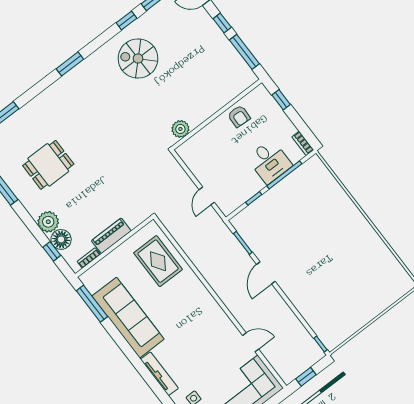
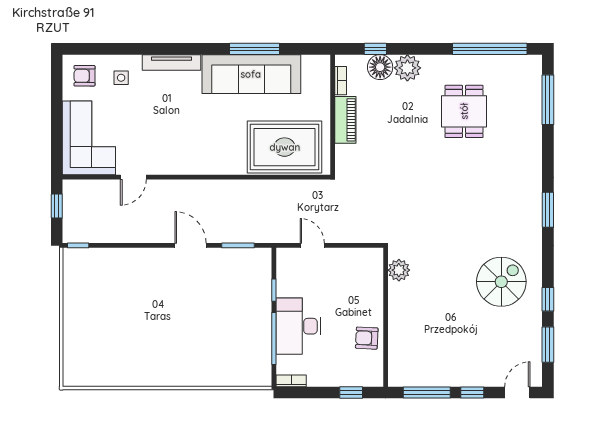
desk: (269, 162) -> (298, 326), width x1.37
rug: (158, 261) -> (285, 147), width x1.37, depth x1.44
window: (92, 304) -> (254, 49), moved

